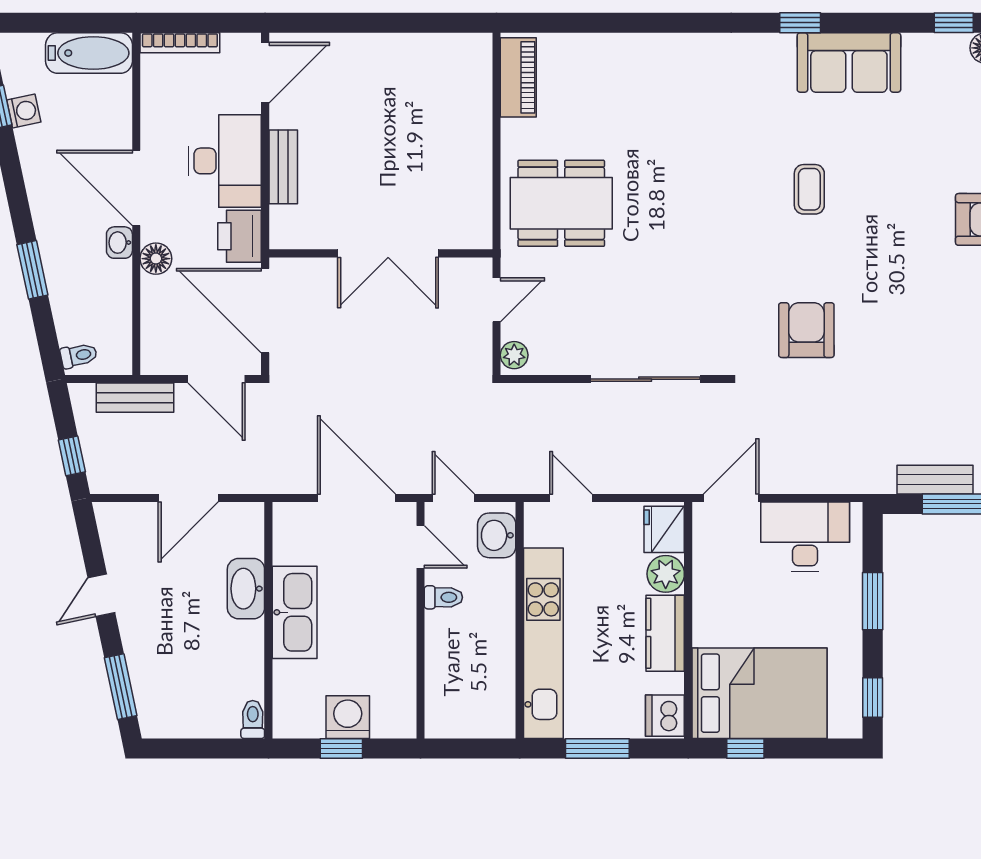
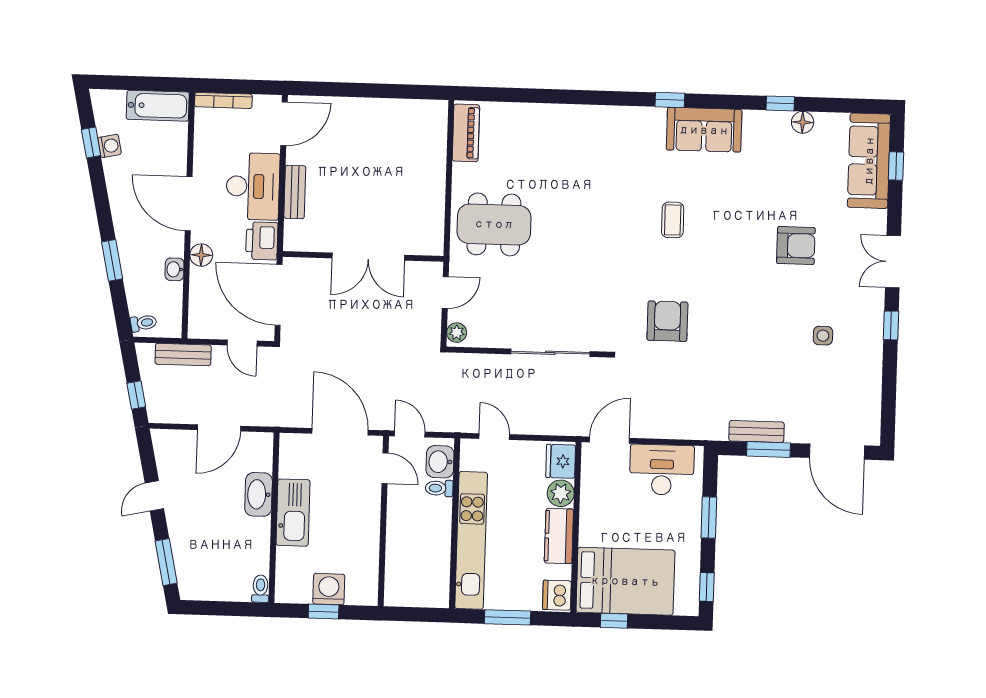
washbasin: (119, 243) -> (175, 269), moved
door: (216, 379) -> (242, 343), width x0.73
toilet: (443, 597) -> (439, 488), moved, turned 180

